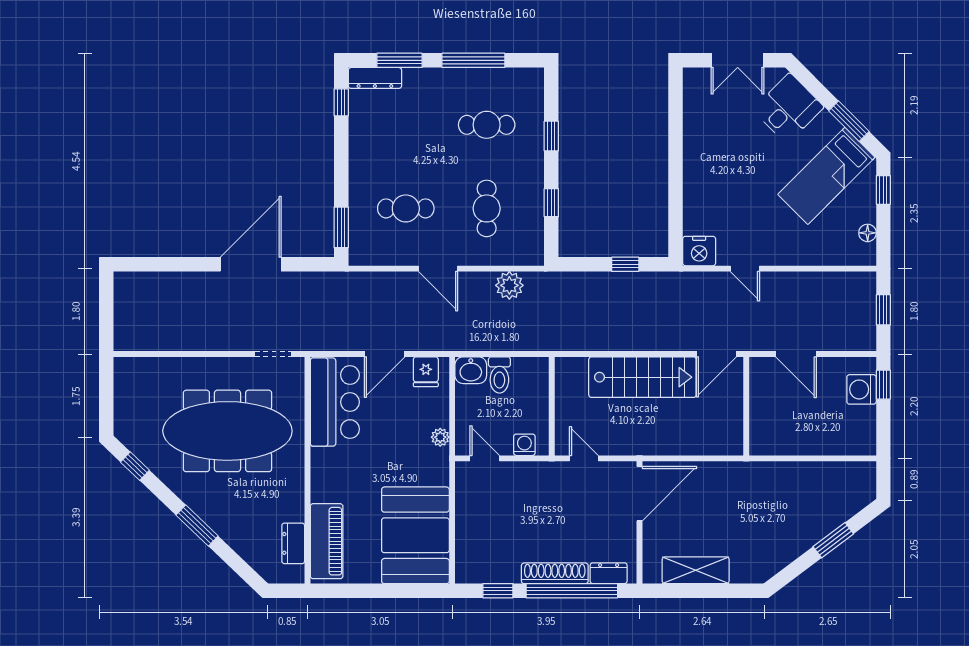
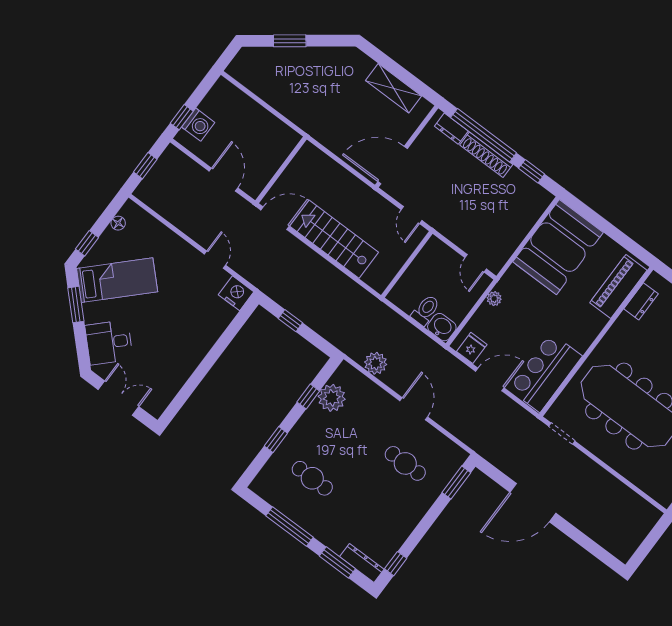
cafe table: (487, 208) -> (353, 424), removed
plant: (527, 219) -> (332, 398), added
washing machine: (524, 445) -> (443, 253), removed

